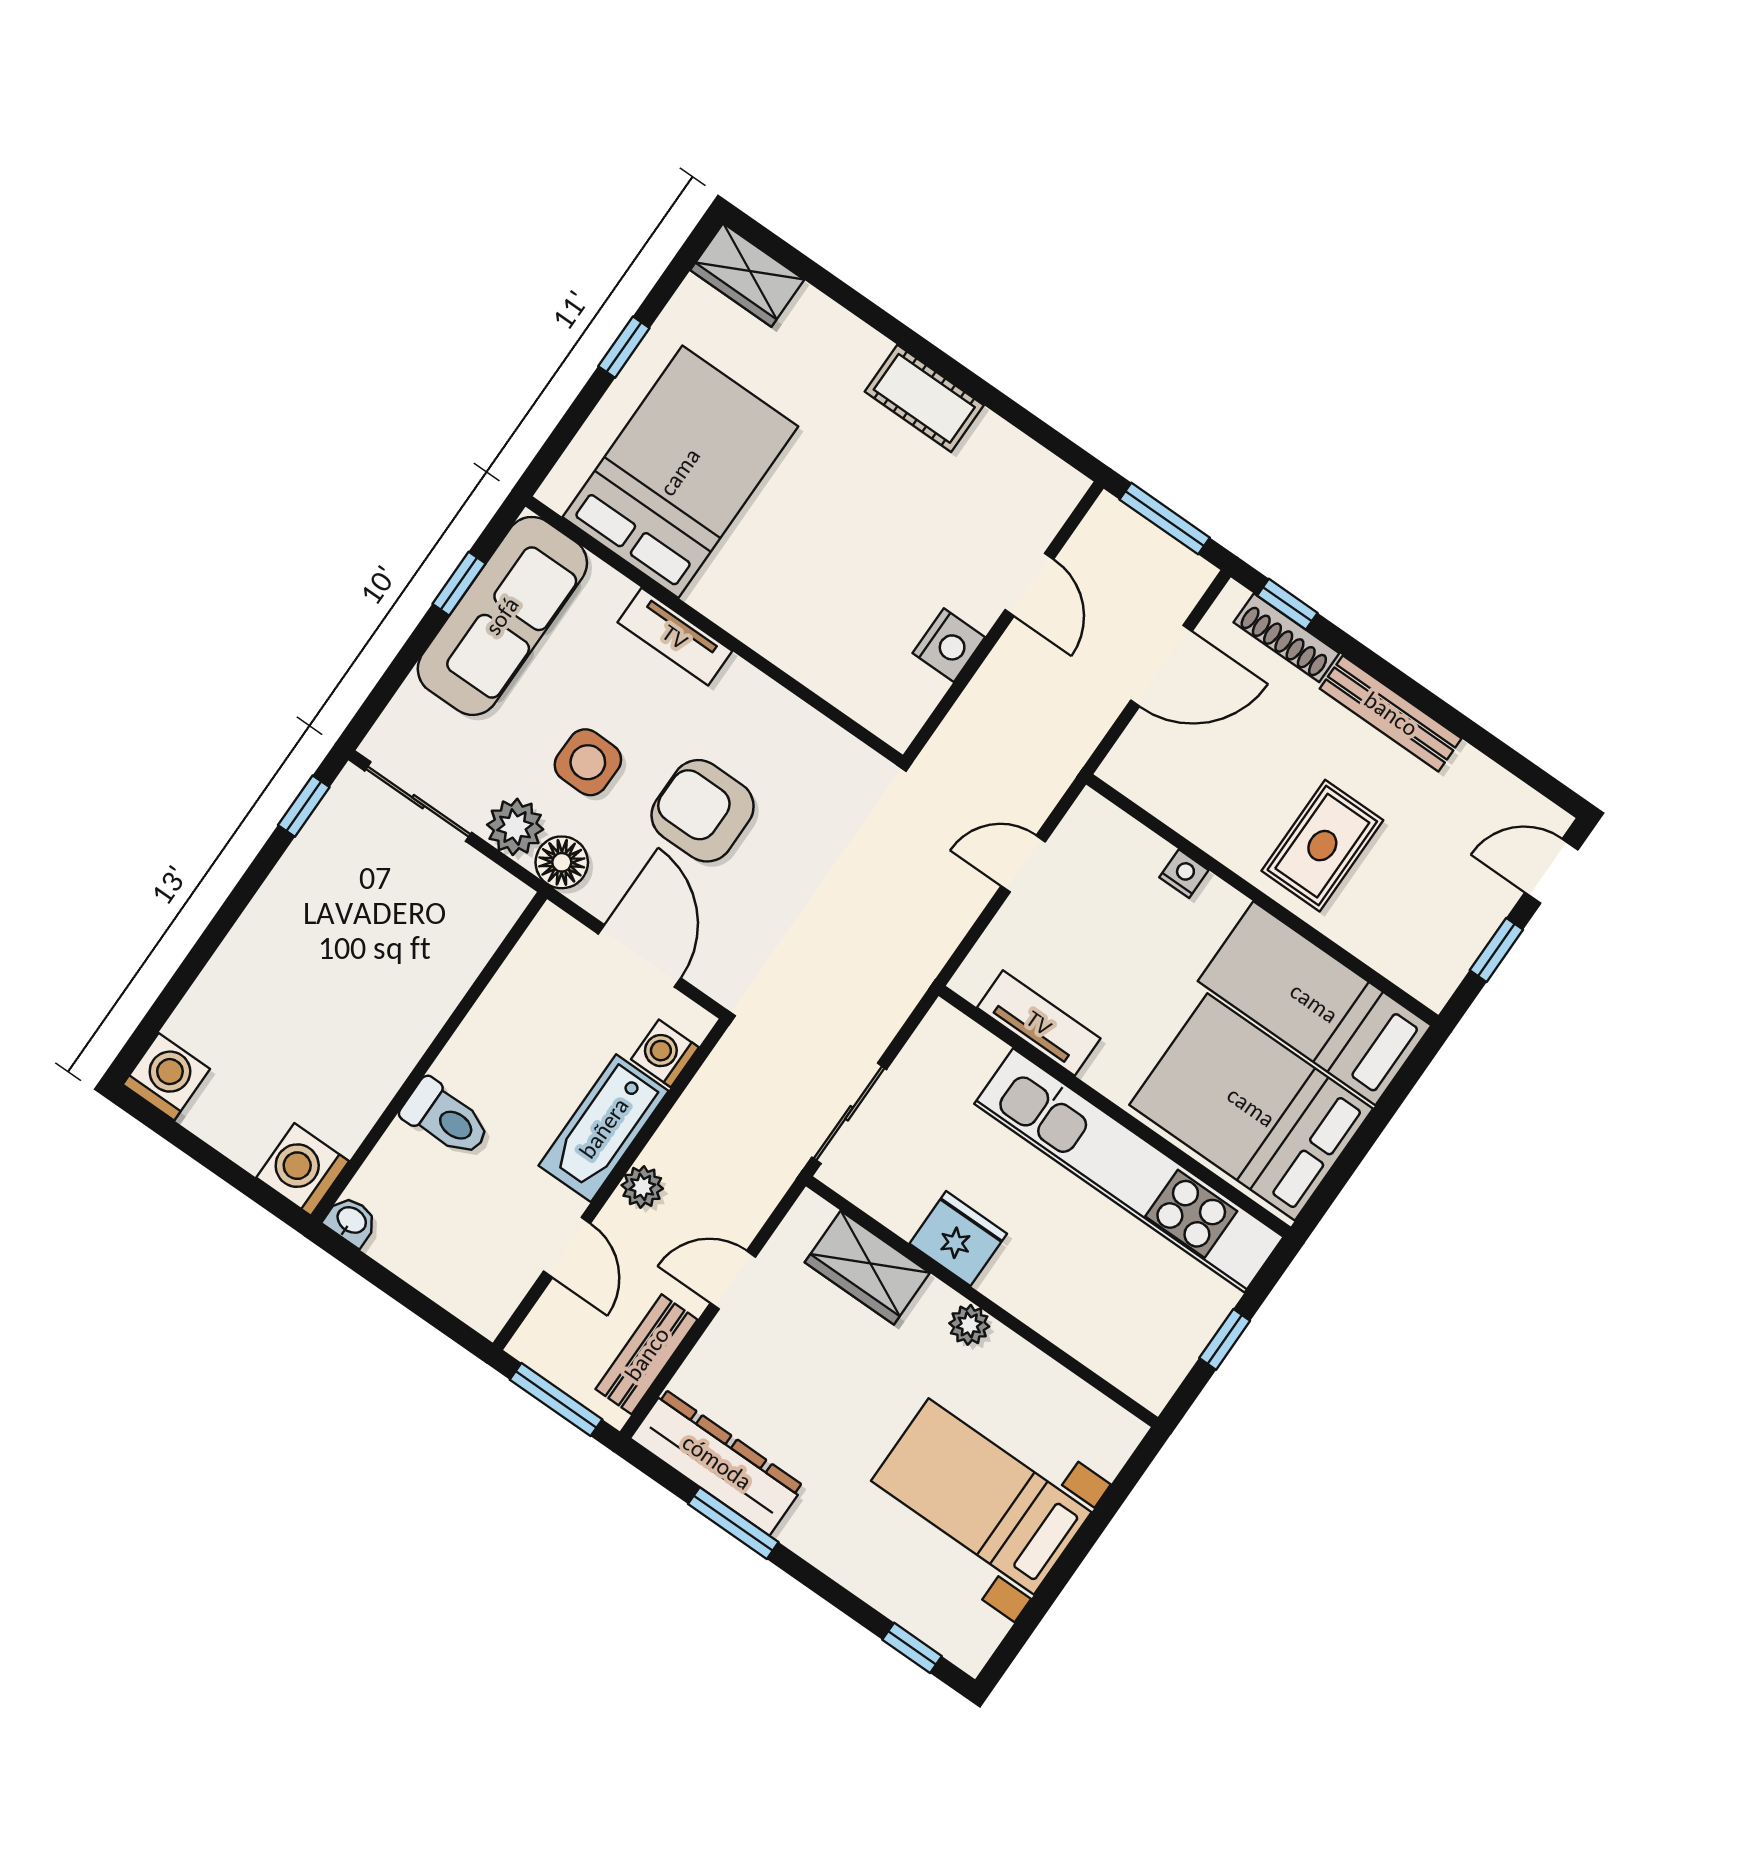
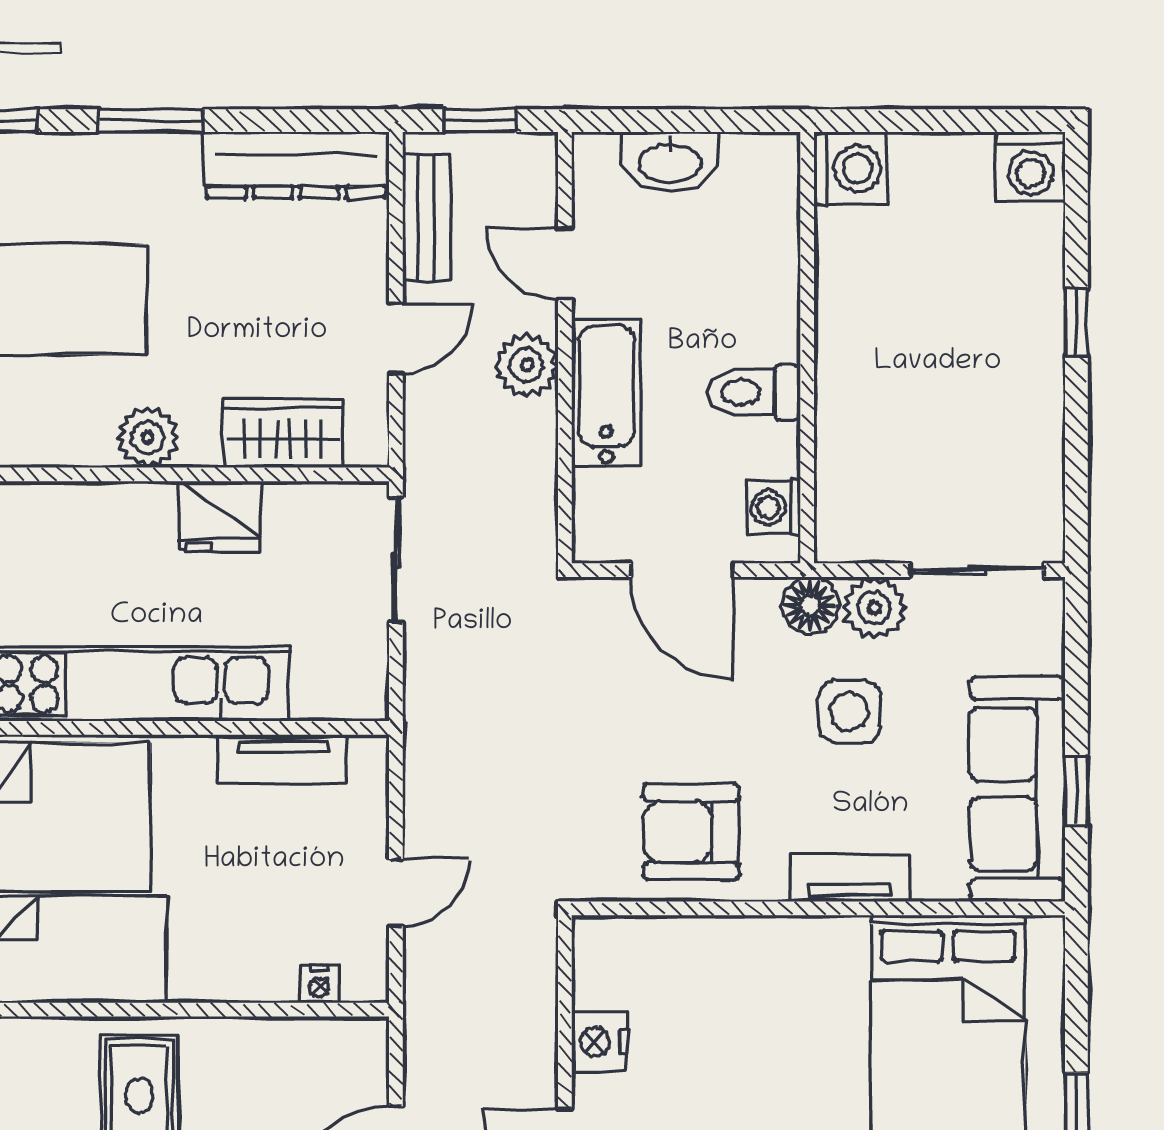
window: (304, 806) -> (1076, 322), moved
armchair: (703, 811) -> (691, 832), moved, turned 180
nightstand: (1184, 874) -> (319, 984), moved
washing machine: (665, 1053) -> (774, 507), moved, turned 180
toilet: (446, 1118) -> (754, 392), moved
plant: (642, 1187) -> (527, 365), width x1.38, depth x1.38
washbasin: (351, 1221) -> (670, 162), moved, width x1.91, depth x1.45
plant: (969, 1325) -> (148, 437), width x1.38, depth x1.38
window: (556, 1400) -> (480, 121), width x0.67
window: (733, 1523) -> (151, 121), moved

